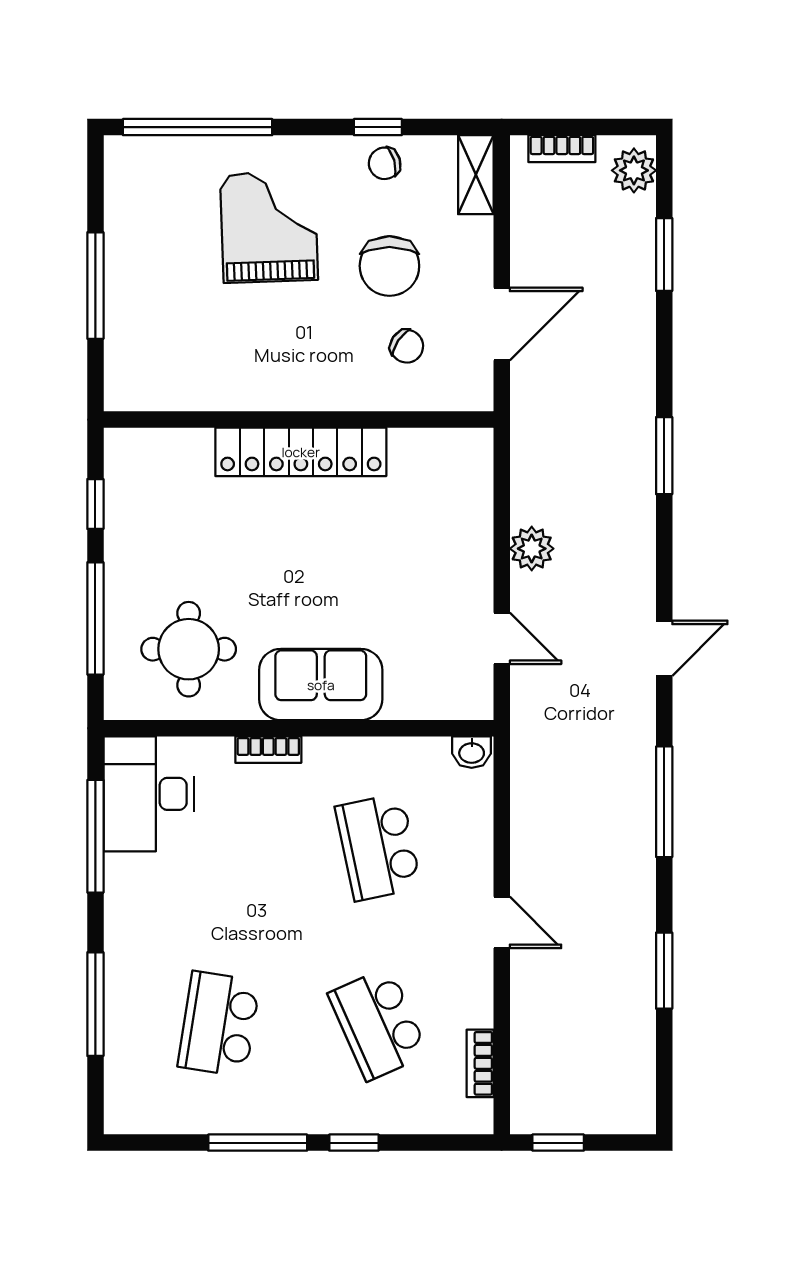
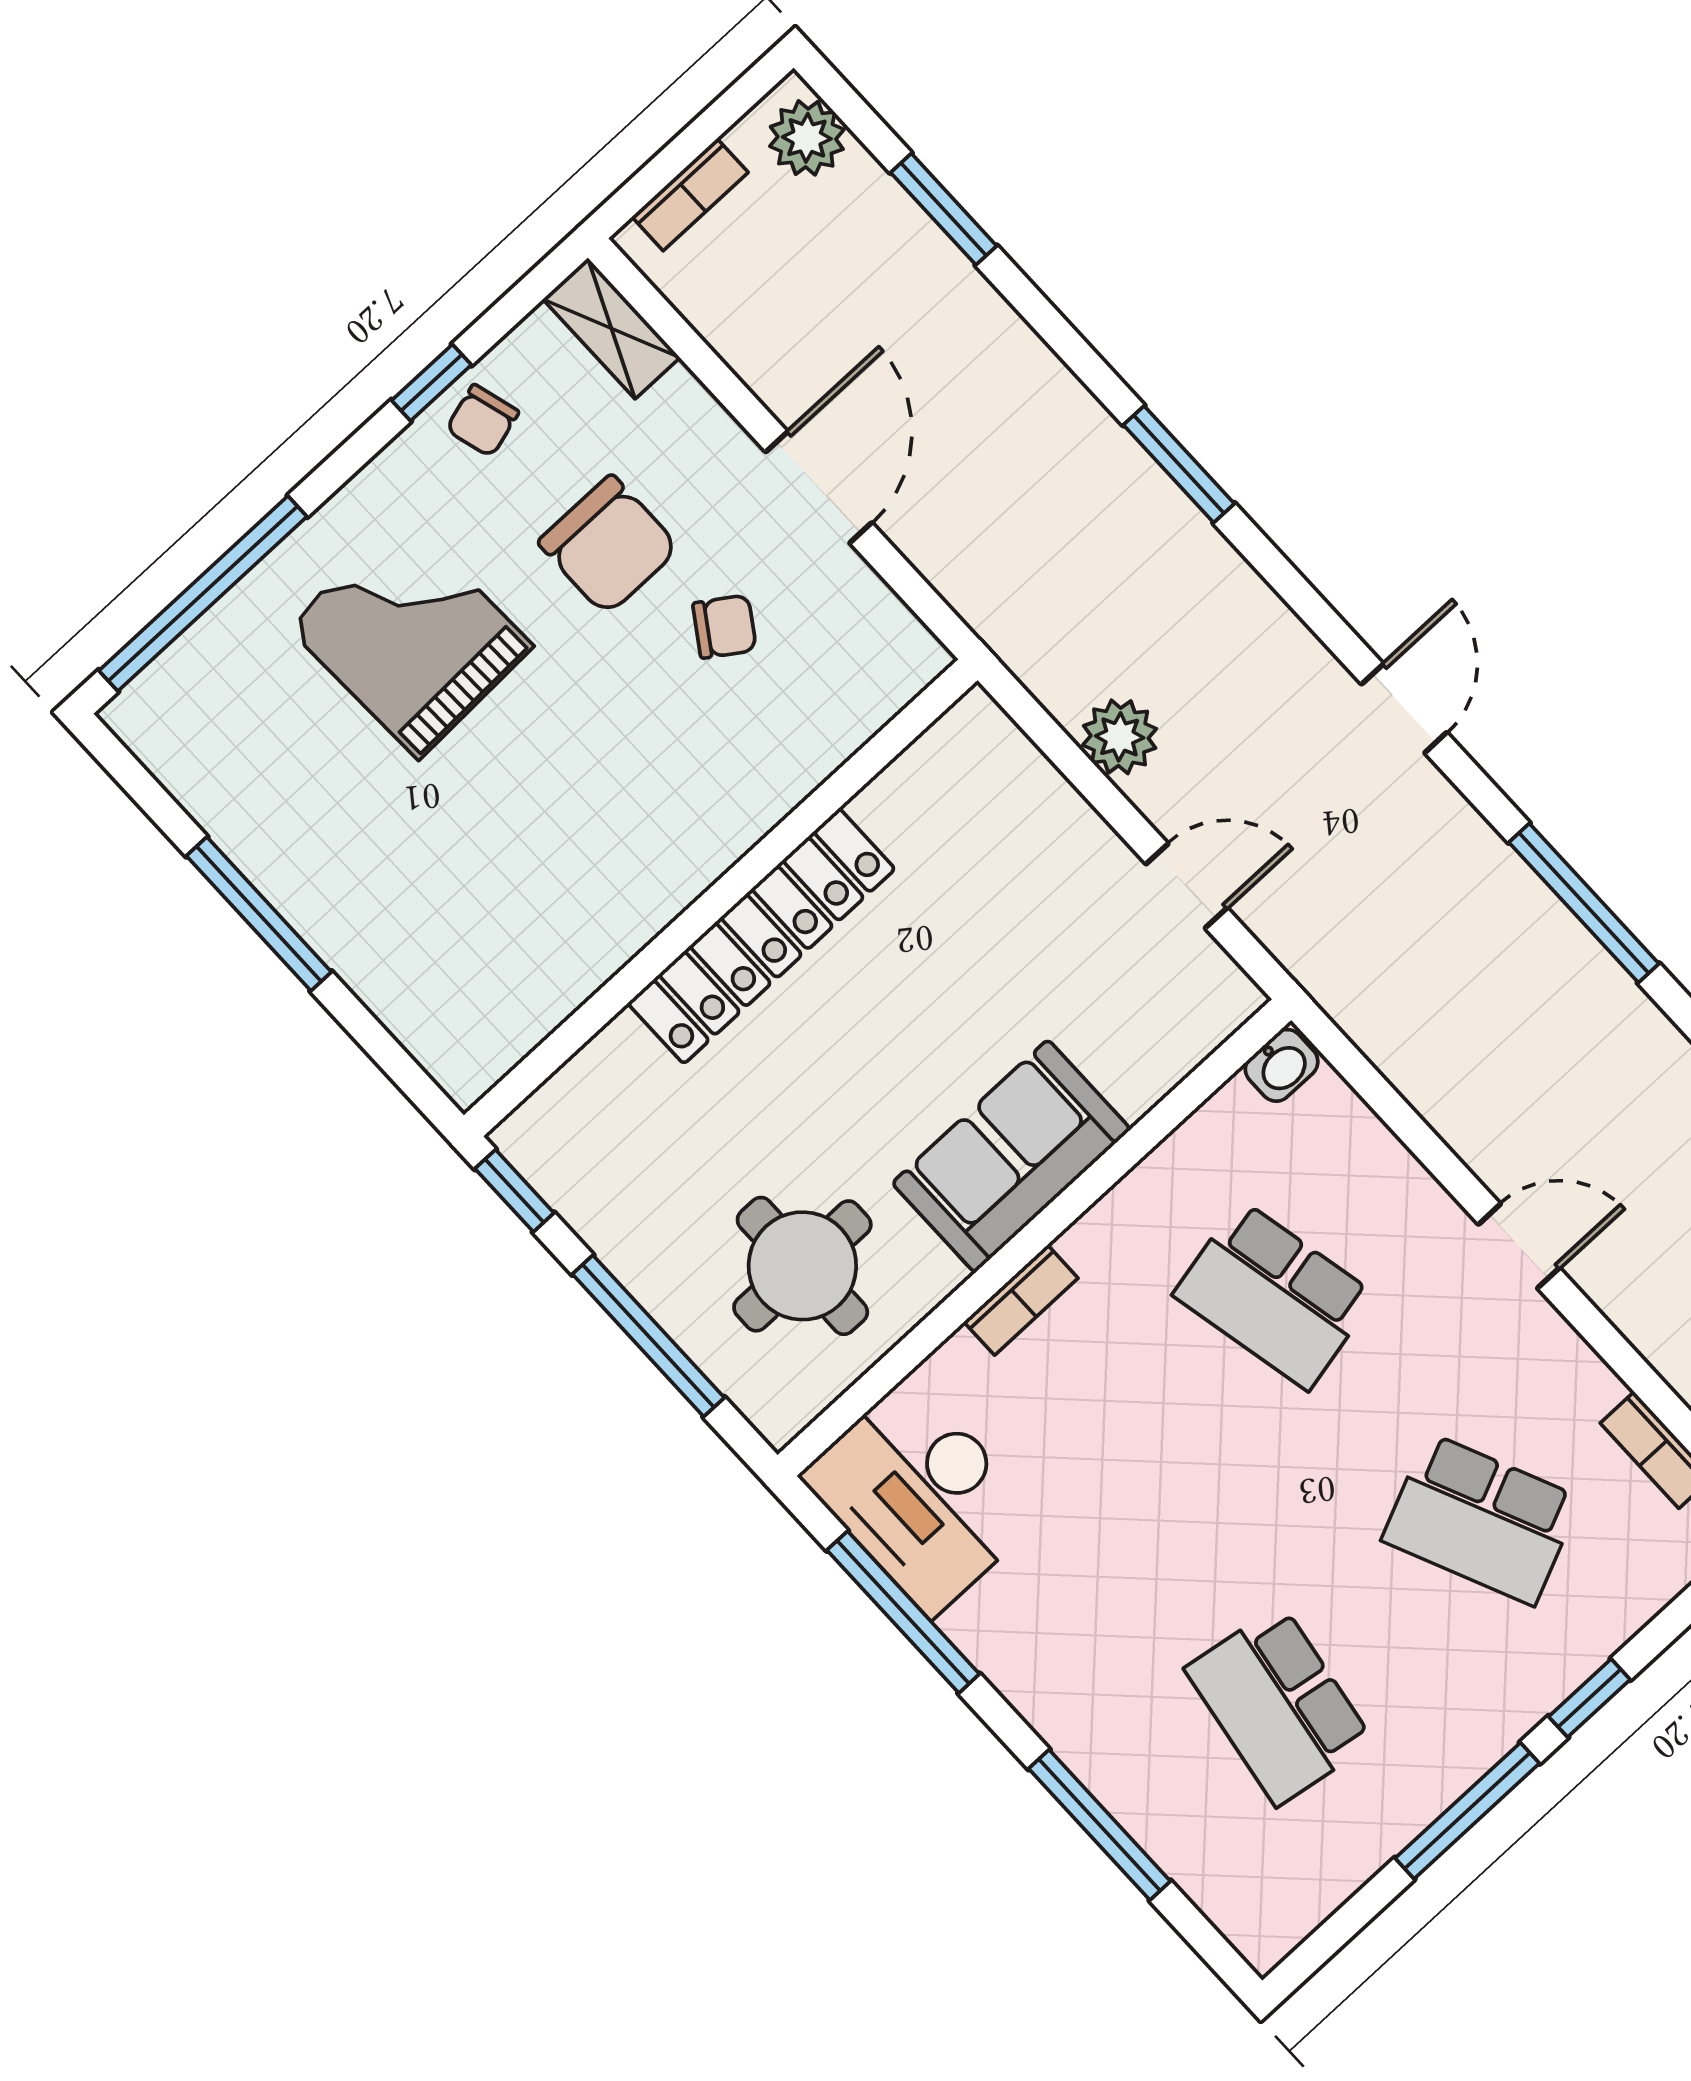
wall: (299, 420) -> (721, 898), moved
locker: (301, 452) -> (761, 936), moved

